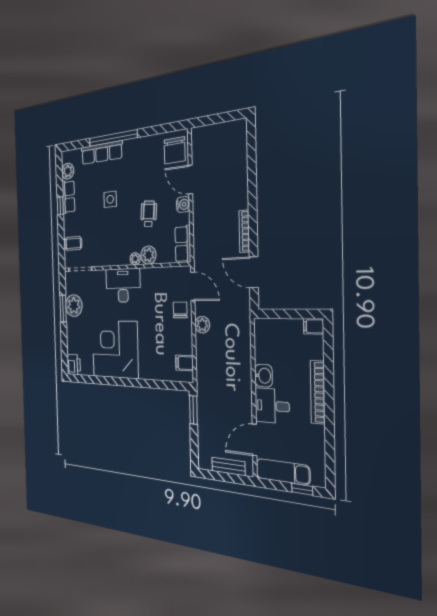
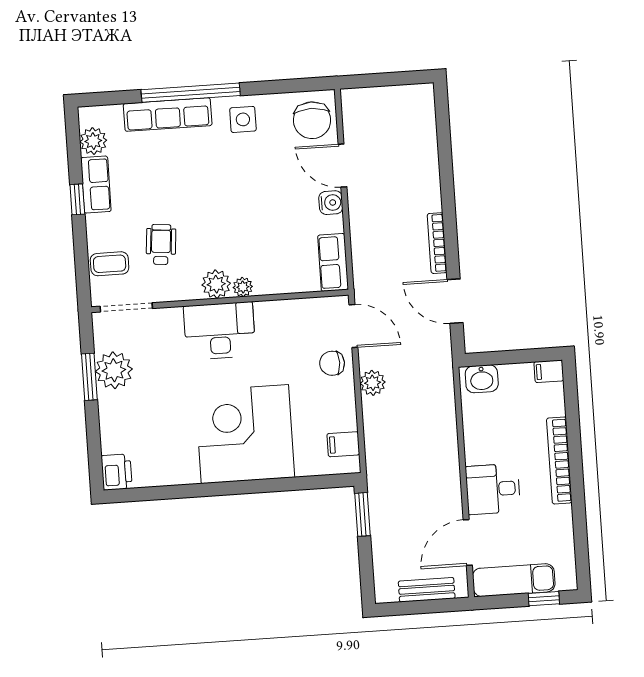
side table: (110, 199) -> (243, 119), moved
wheelchair: (149, 214) -> (161, 245), moved
plant: (148, 255) -> (216, 284), moved
chair: (180, 310) -> (332, 363), turned -90
corner desk: (115, 349) -> (245, 434), moved
washbasin: (263, 376) -> (482, 379), moved, turned 90

